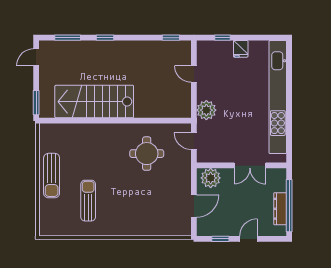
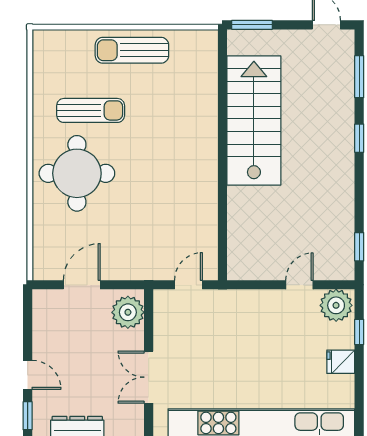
plant: (206, 110) -> (336, 305), moved
round table: (147, 154) -> (77, 173), moved, width x1.36, depth x1.36
door: (194, 206) -> (82, 285), swing flipped
window: (220, 239) -> (28, 416), moved

